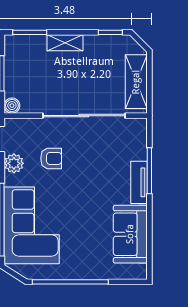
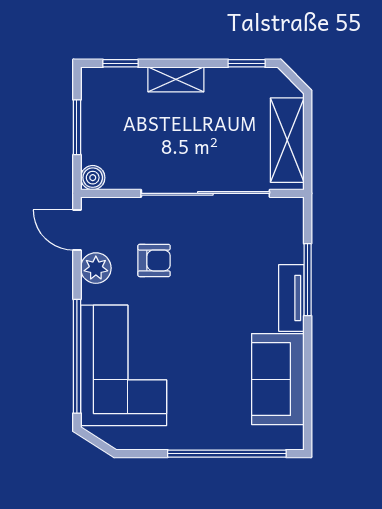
window: (30, 32) -> (120, 63), width x0.67
window: (70, 282) -> (227, 454), moved

